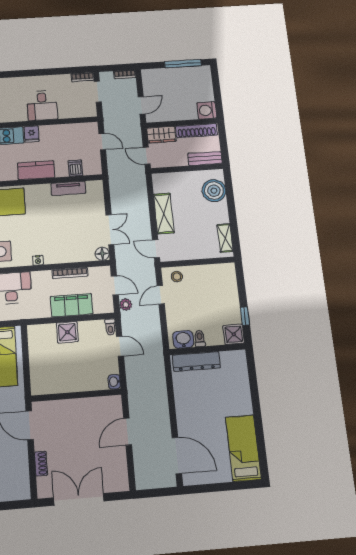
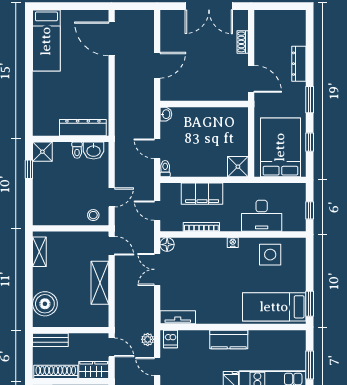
dishwasher: (75, 168) -> (170, 339), moved
tv unit: (68, 188) -> (178, 317), moved
plant: (126, 304) -> (148, 339), moved
shower: (67, 332) -> (238, 167), moved

